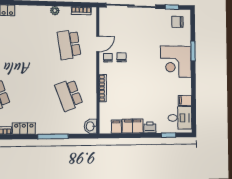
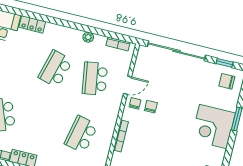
school desk: (33, 44) -> (55, 69), added
school desk: (69, 95) -> (81, 134), turned 33

